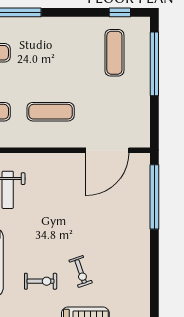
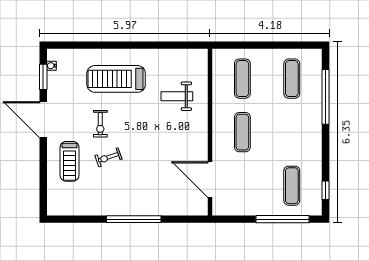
exercise mat: (114, 53) -> (292, 186), turned 90
window: (154, 197) -> (134, 219), moved

